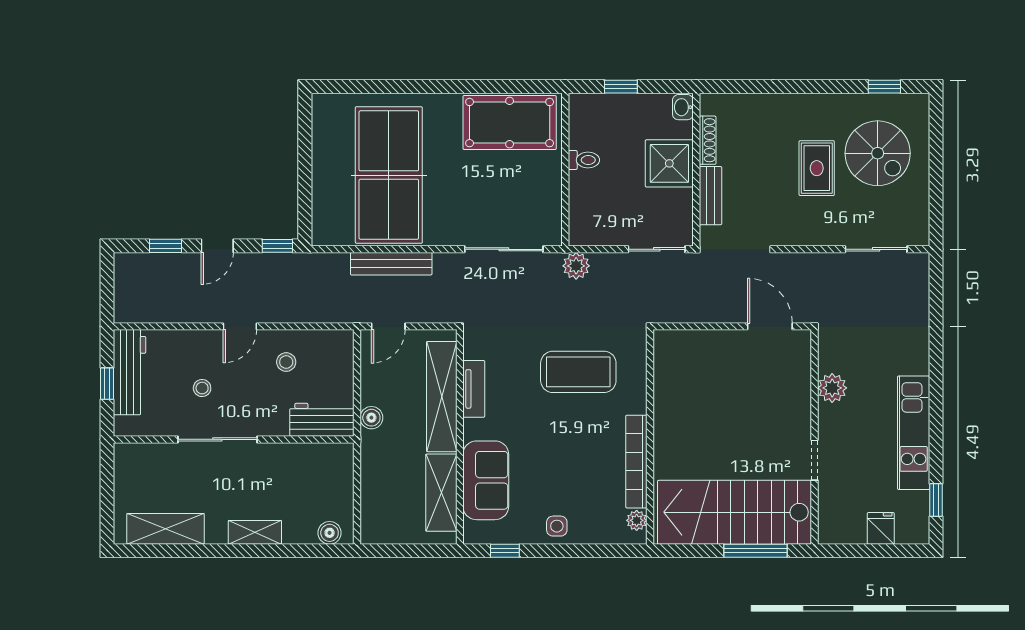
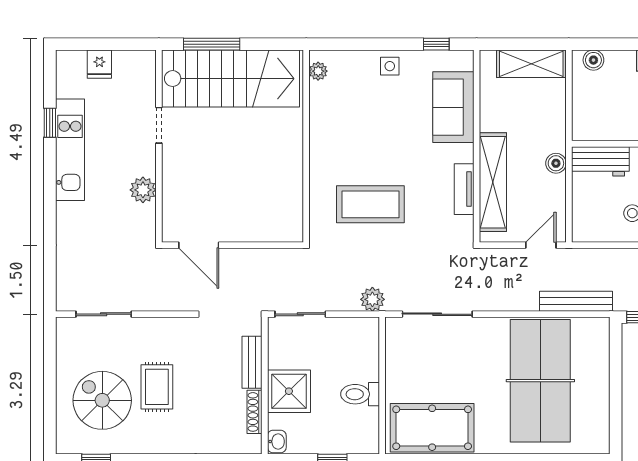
toilet: (584, 160) -> (360, 394), width x1.37, depth x1.39
bench: (391, 264) -> (576, 301), moved
bookcase: (636, 462) -> (318, 124), removed
shelving: (441, 493) -> (531, 64), moved, turned 90
window: (936, 500) -> (50, 123), moved

